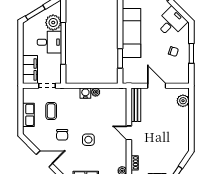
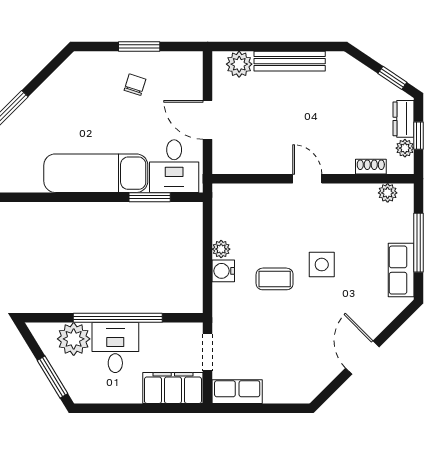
desk: (171, 22) -> (174, 166), moved, turned -135
door: (157, 86) -> (208, 120), hinge flipped
bench: (136, 105) -> (290, 61), moved
coffee table: (51, 111) -> (275, 279), moved
row of seats: (28, 115) -> (237, 392), moved
door: (129, 133) -> (307, 179), swing flipped
chair: (62, 135) -> (311, 320), removed

